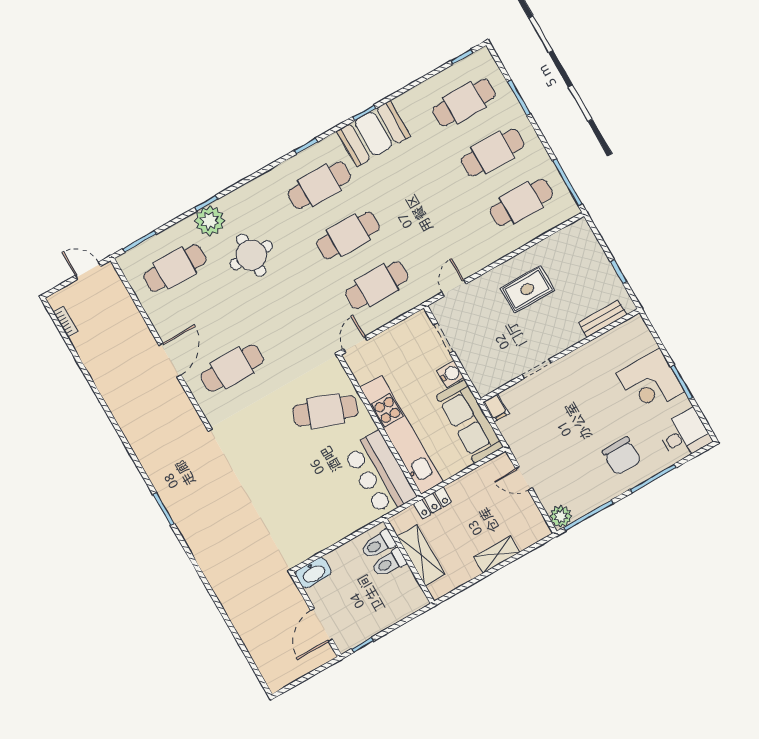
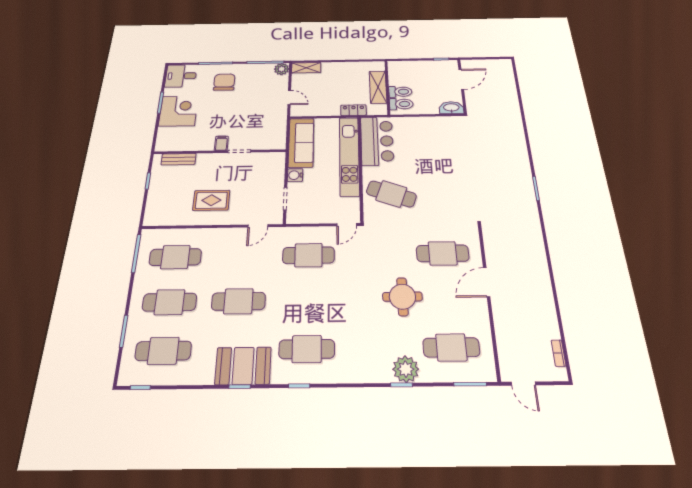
cafe table: (348, 235) -> (238, 301), moved
round table: (251, 255) -> (402, 297), moved
filing cabinet: (496, 408) -> (221, 143), moved
shelving: (497, 555) -> (306, 68), moved

